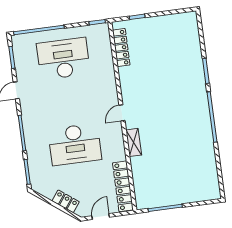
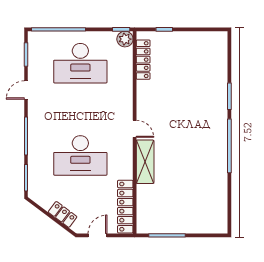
plant: (102, 31) -> (125, 39), added
desk: (63, 59) -> (80, 63), turned 180
door: (122, 113) -> (135, 129), swing flipped
shelving: (134, 142) -> (145, 162), width x1.50, depth x1.33

